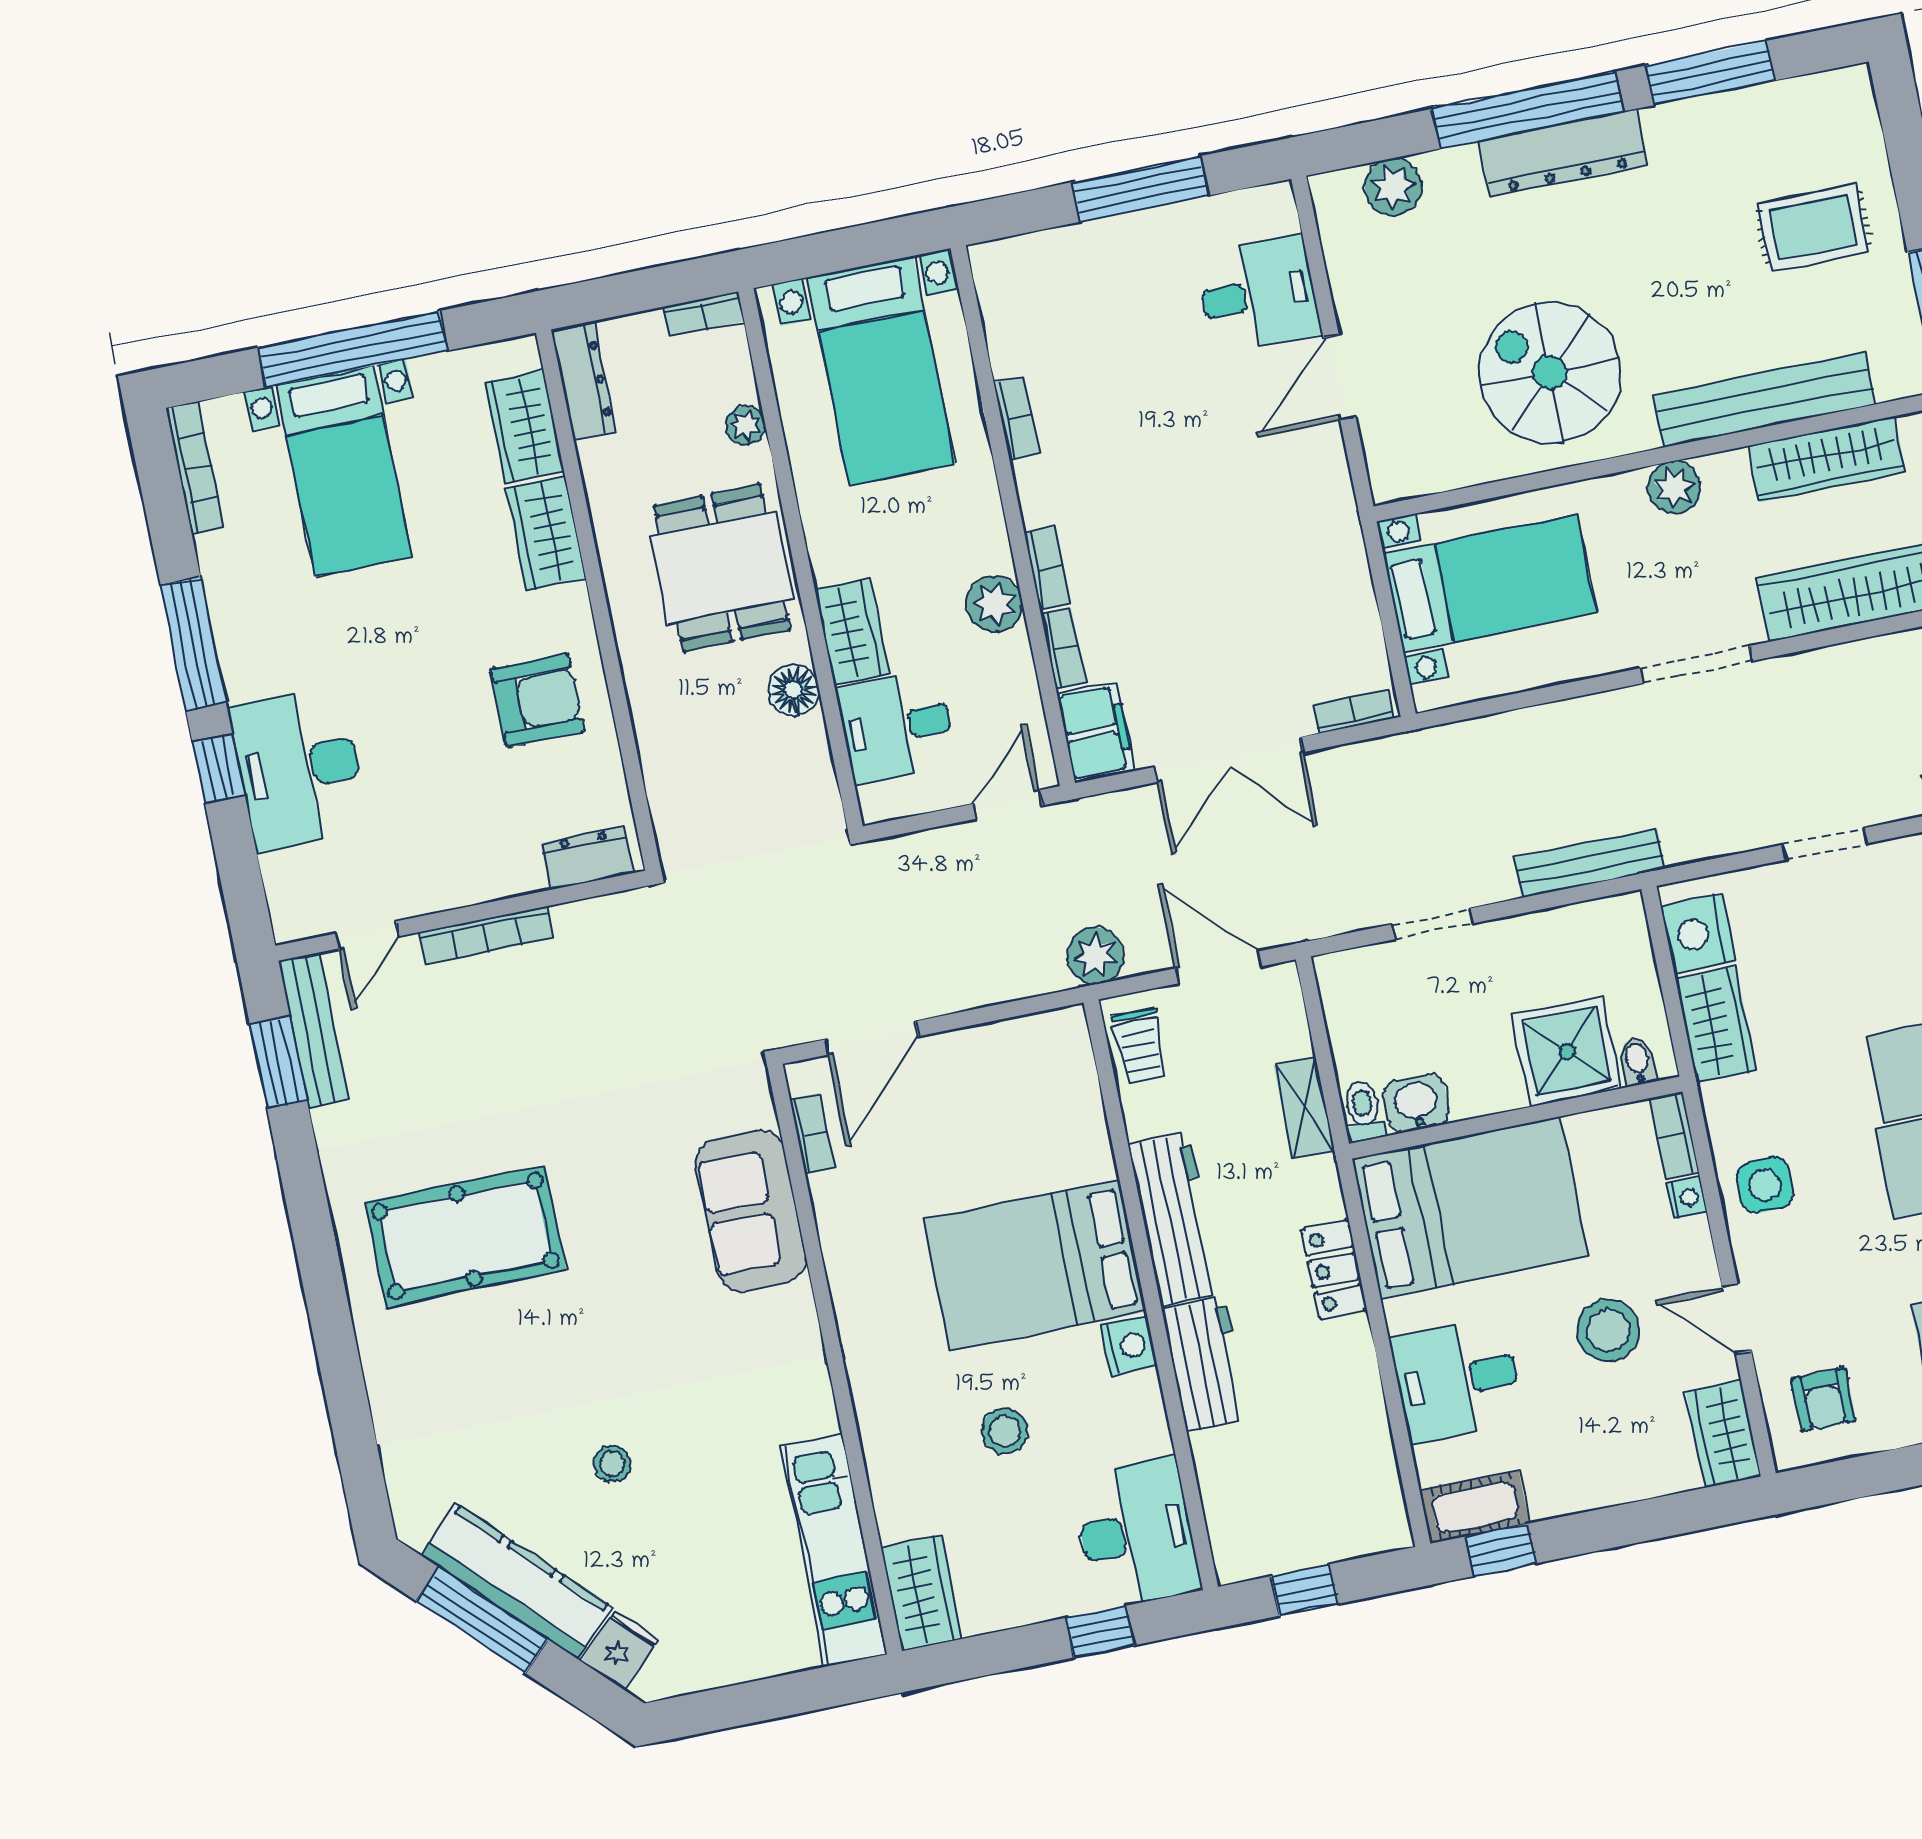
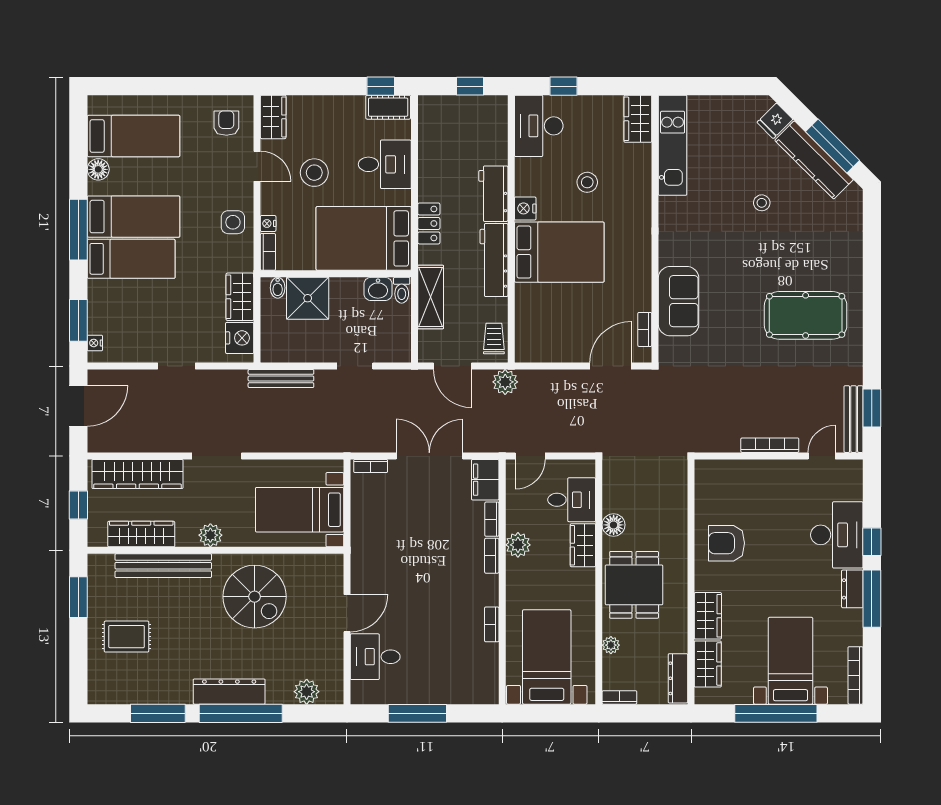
dresser: (587, 858) -> (852, 589), moved, turned 90
shelving: (1304, 1108) -> (431, 297), width x1.50, depth x1.33

